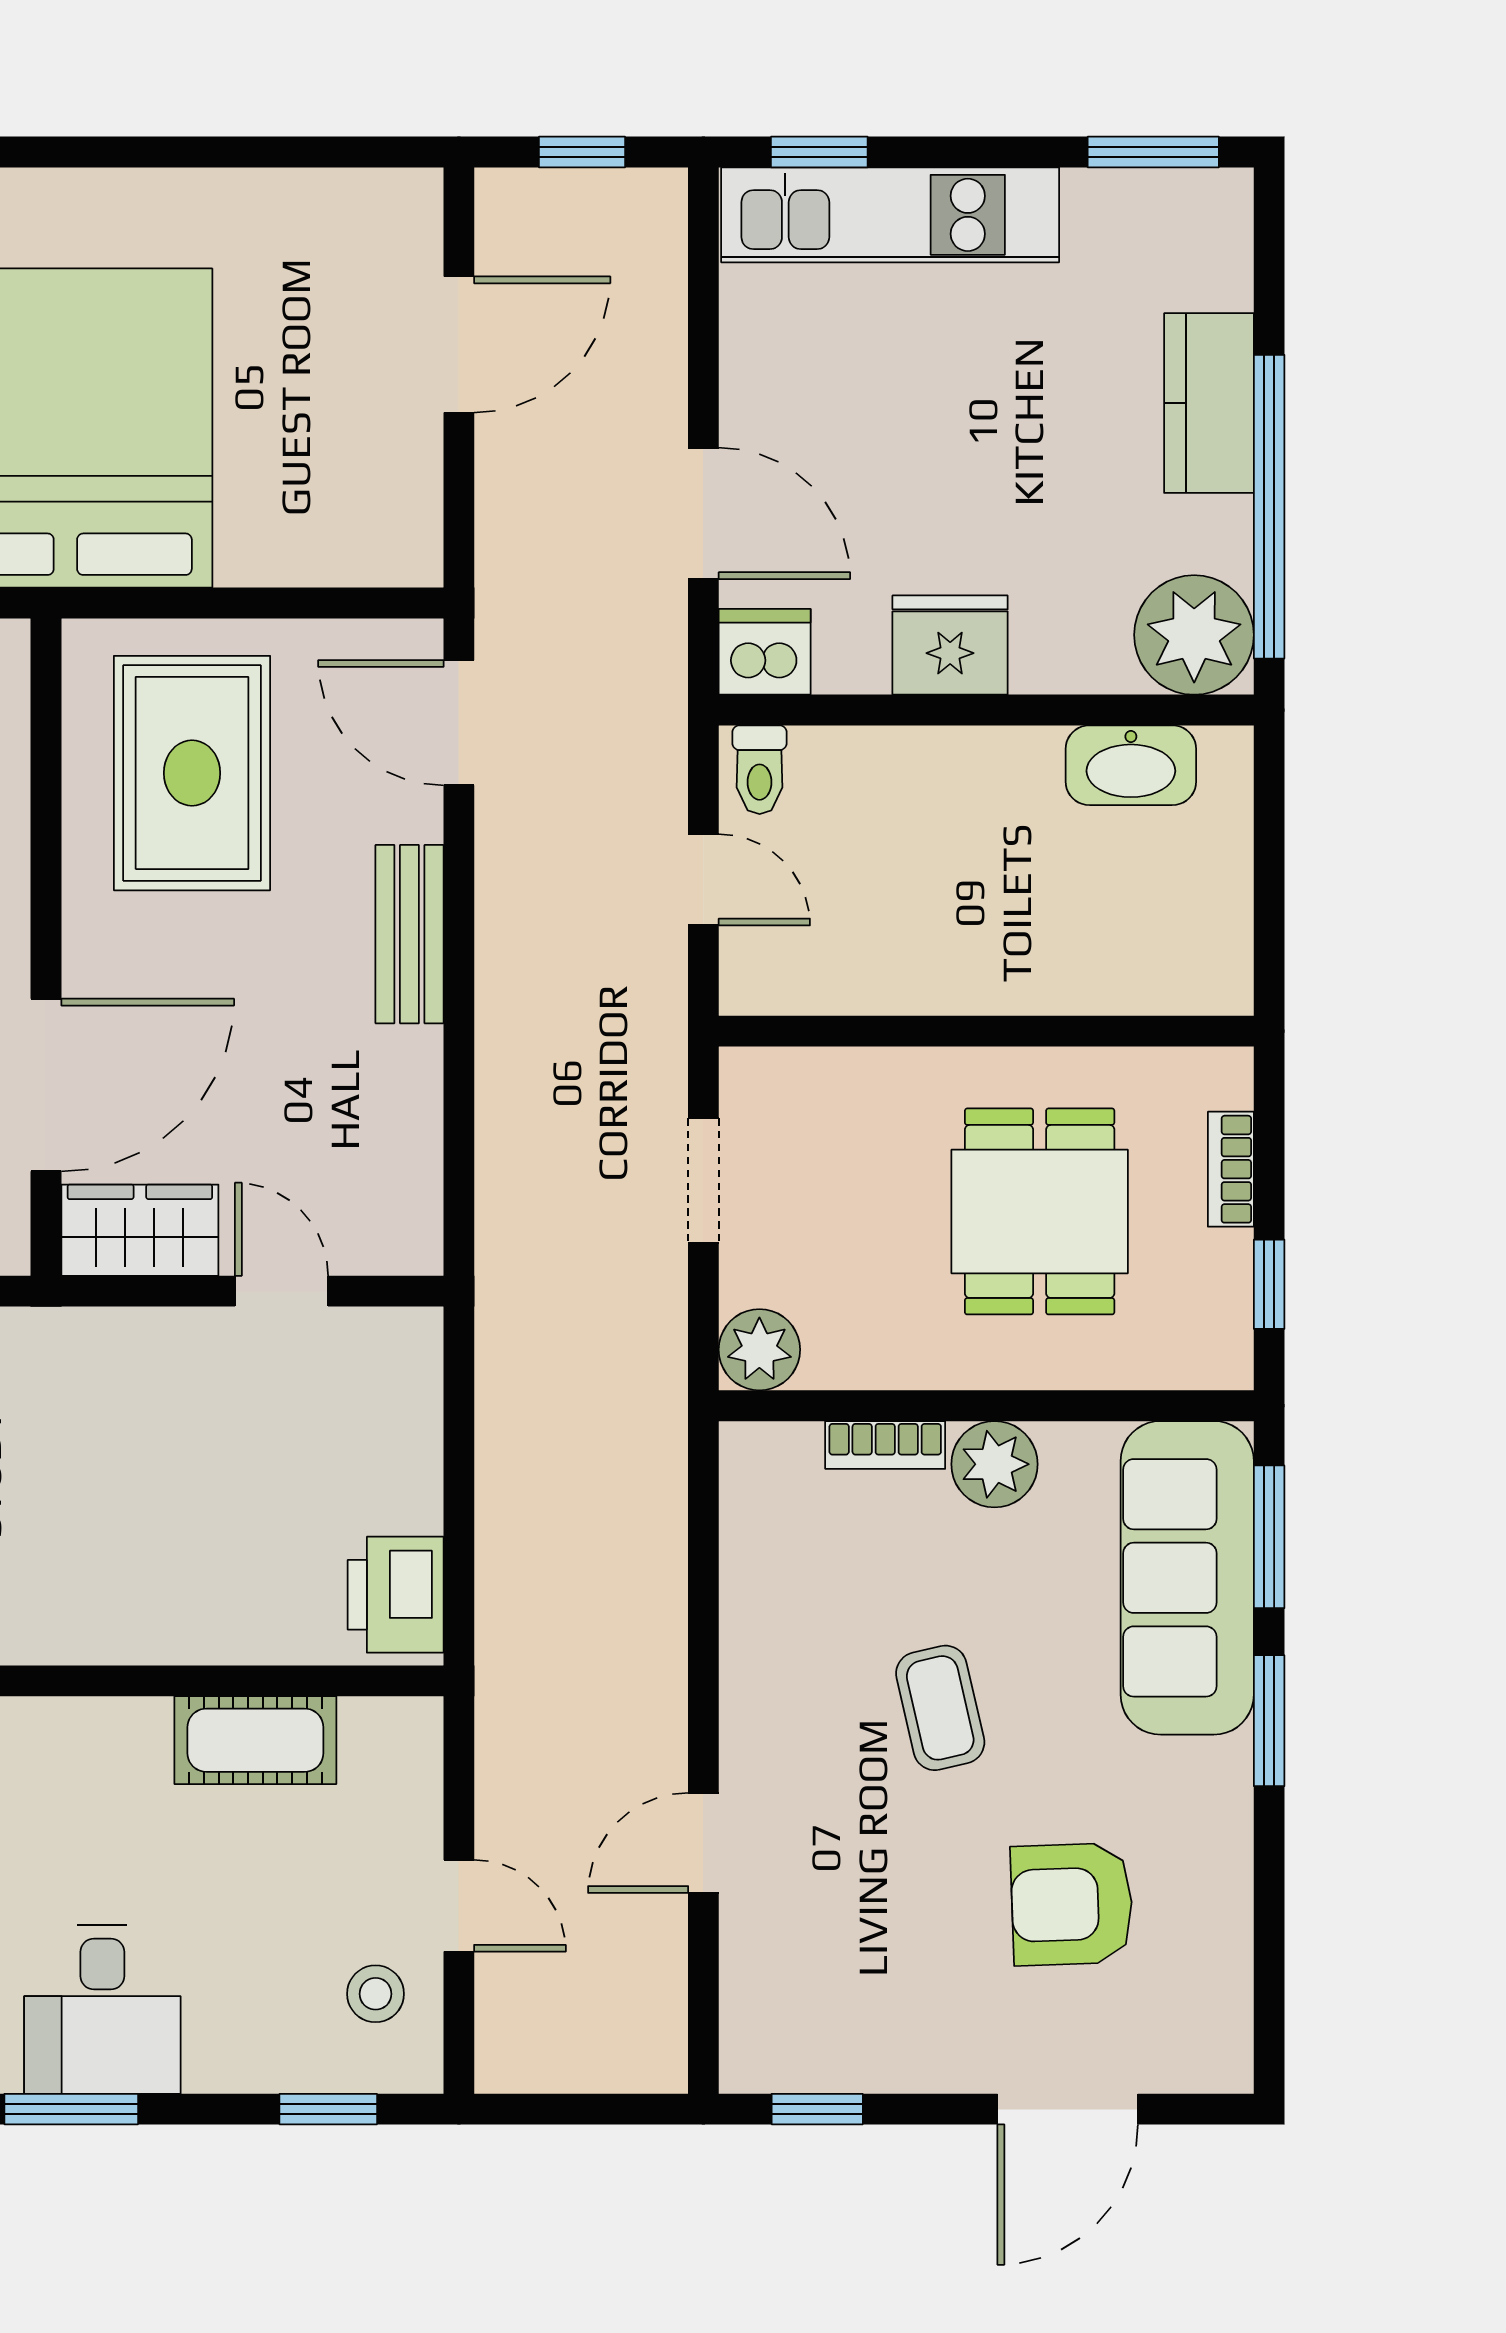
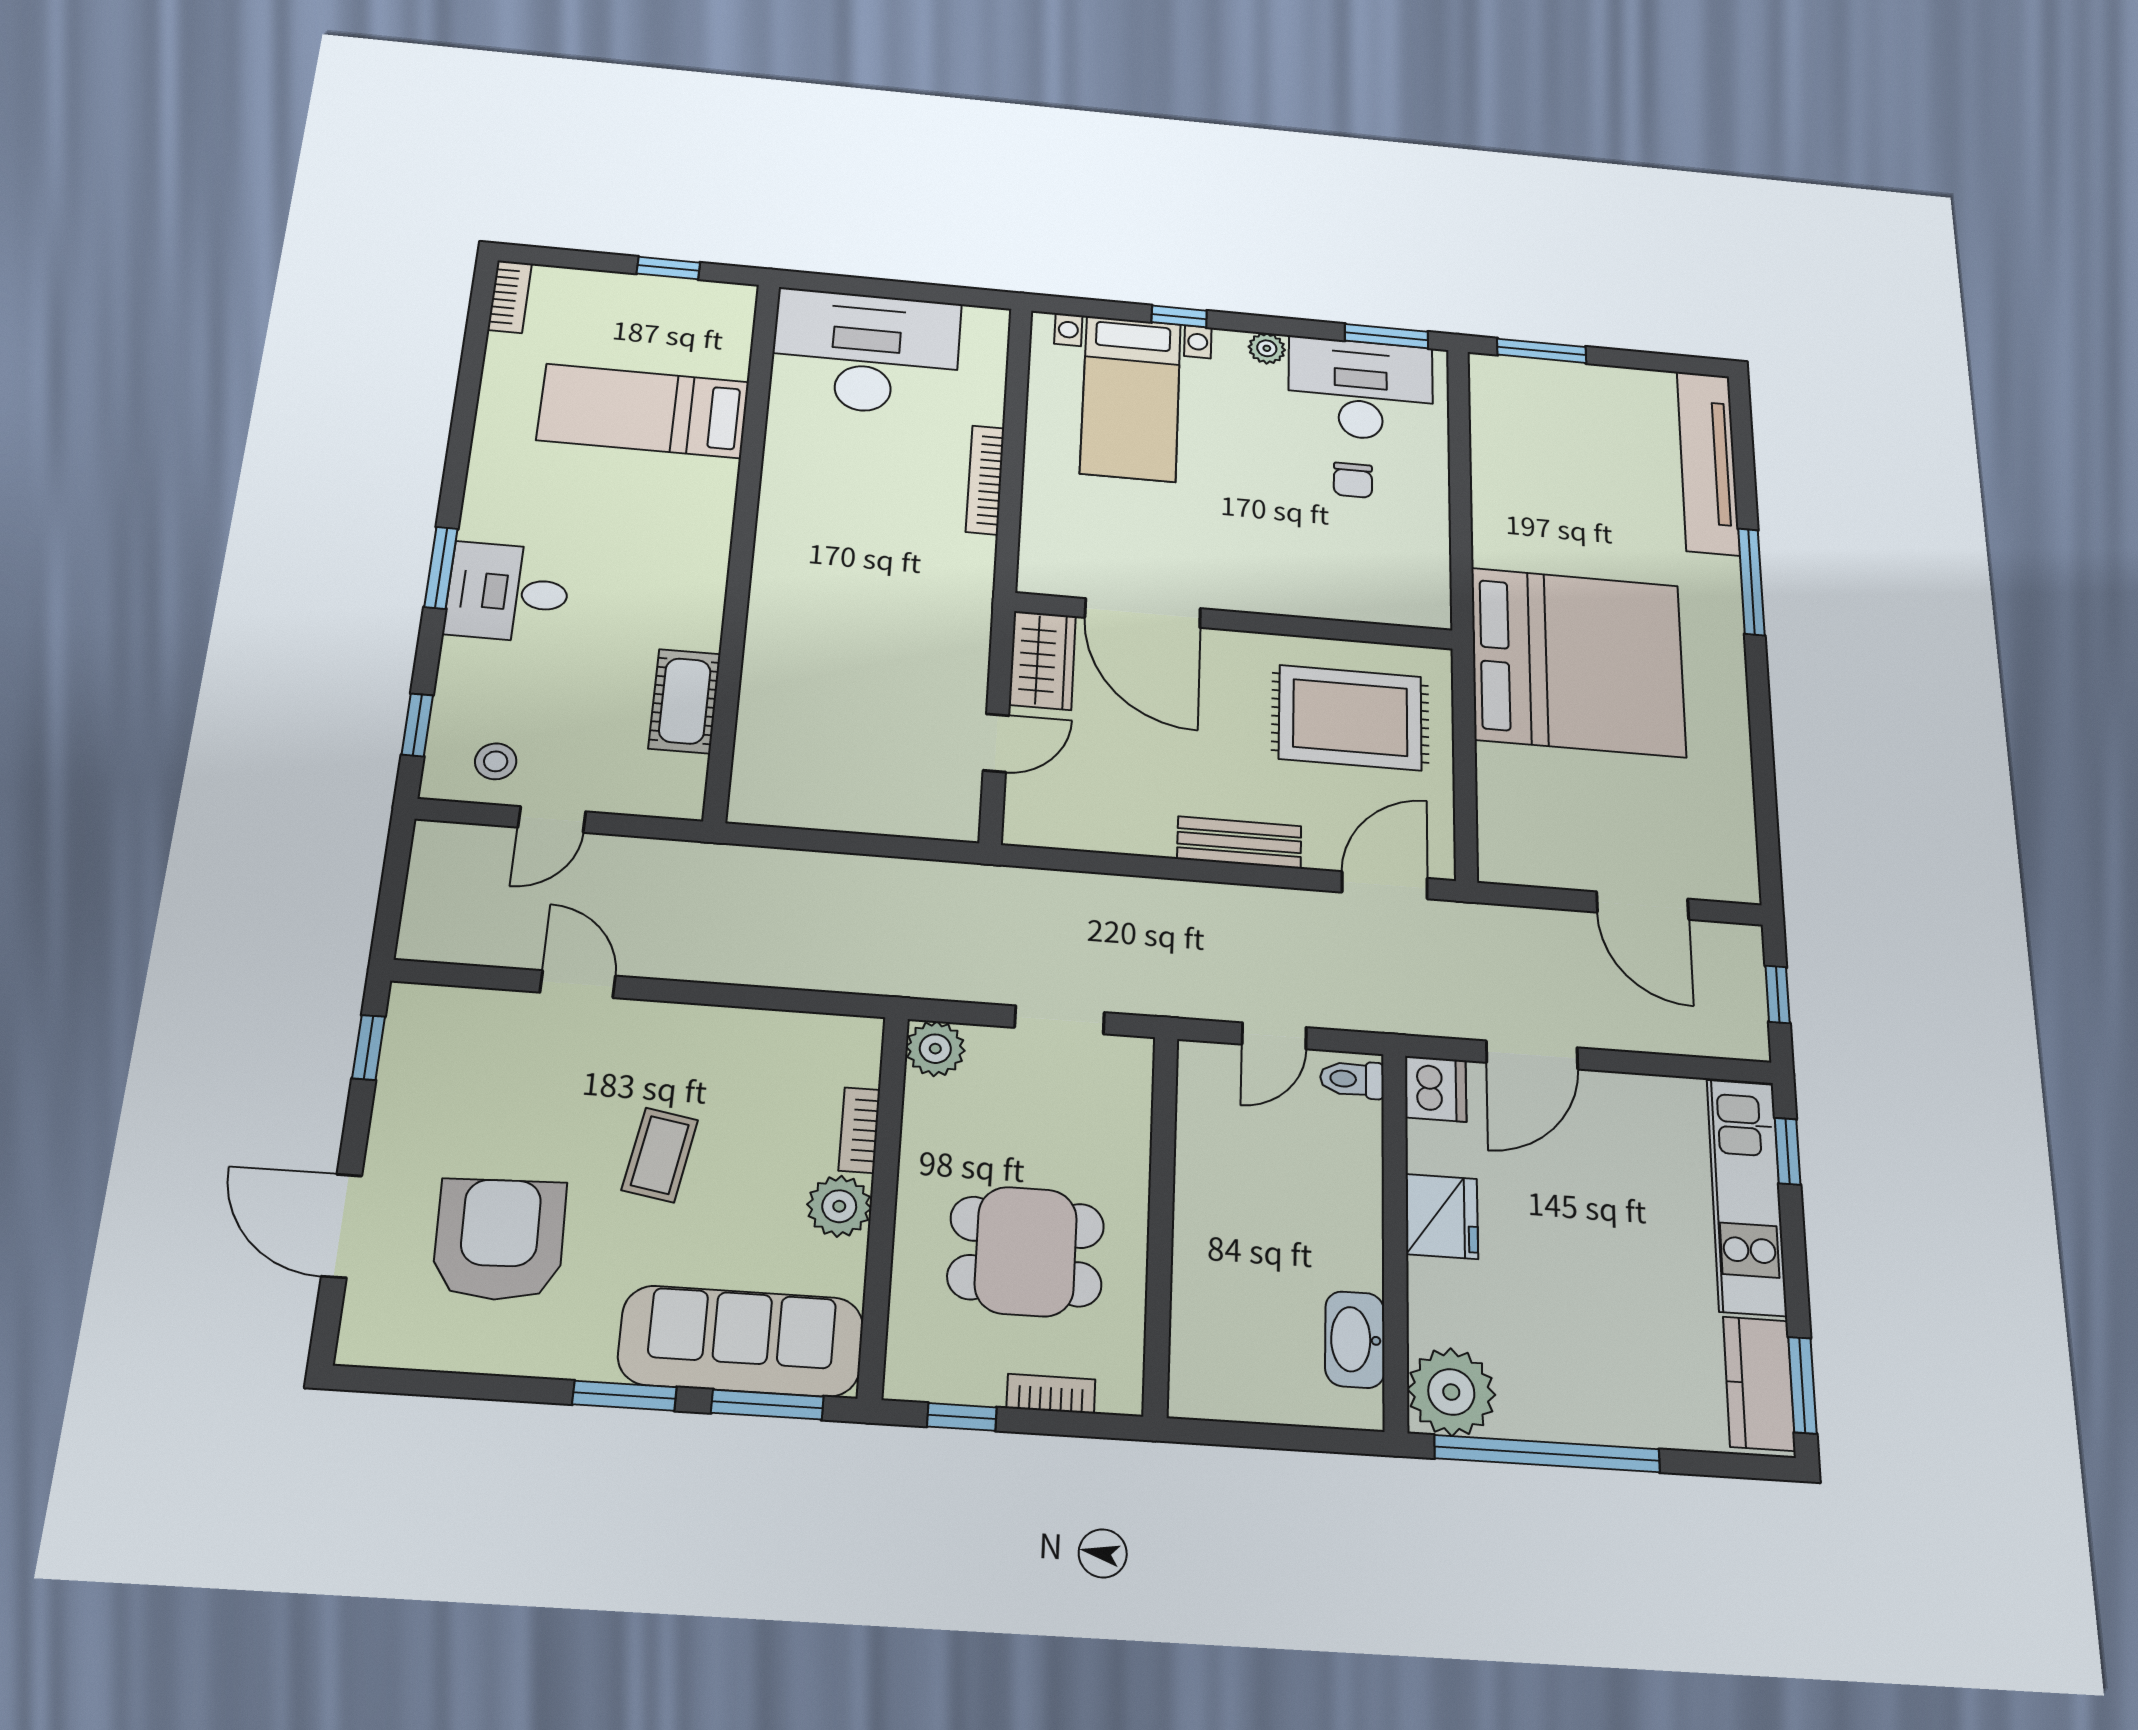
kitchen counter: (1209, 403) -> (1759, 1383), moved, turned -90
printer: (396, 1595) -> (778, 797), removed
coffee table: (940, 1708) -> (660, 1155), turned -67
armchair: (1072, 1904) -> (499, 1239), width x1.36, depth x1.36

